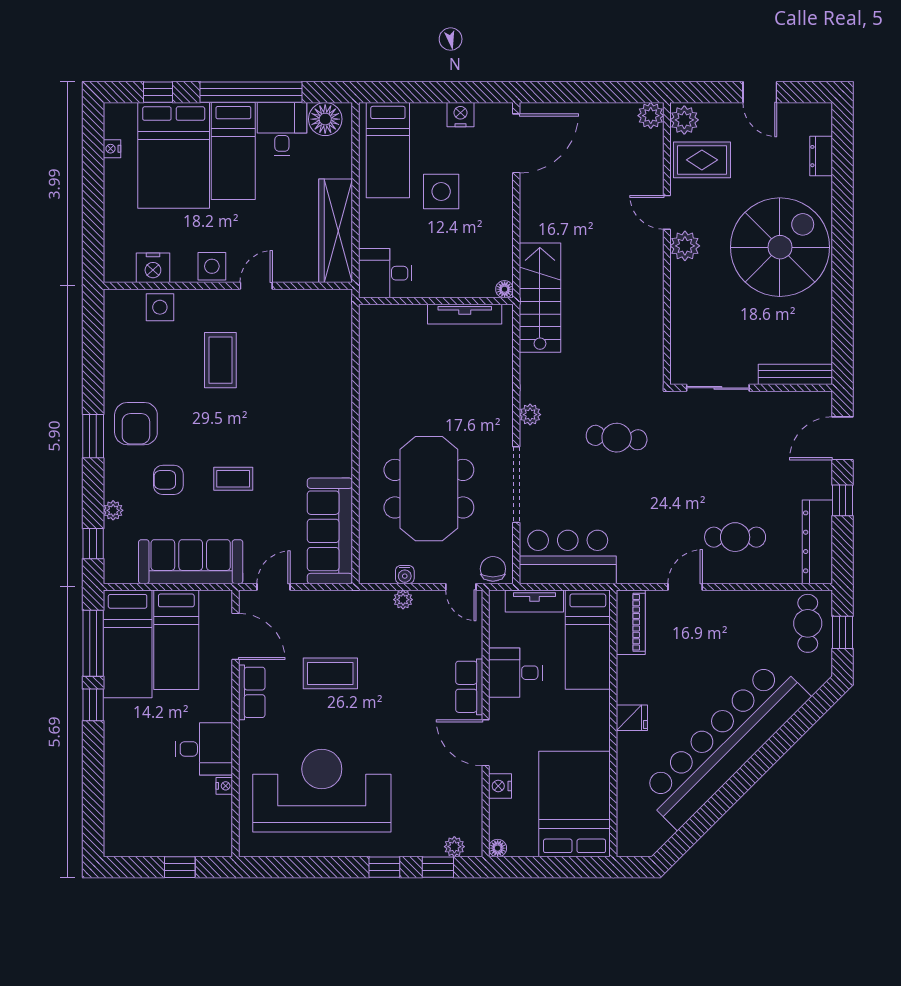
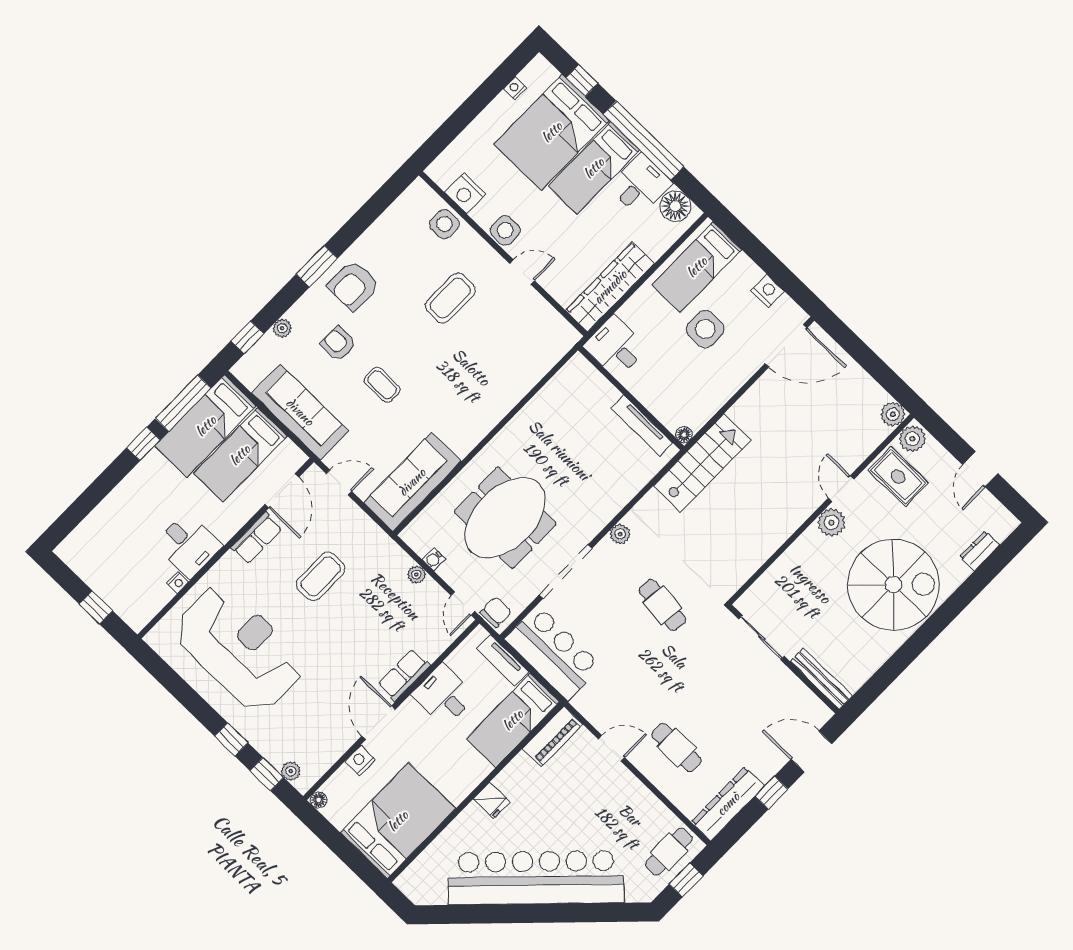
coffee table: (330, 673) -> (321, 576), turned 90

